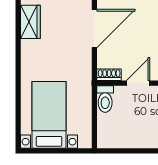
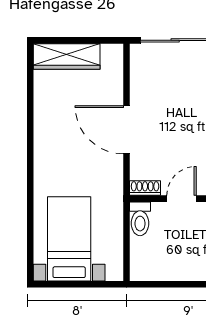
wardrobe: (30, 22) -> (46, 121), removed
door: (94, 29) -> (127, 130), swing flipped

